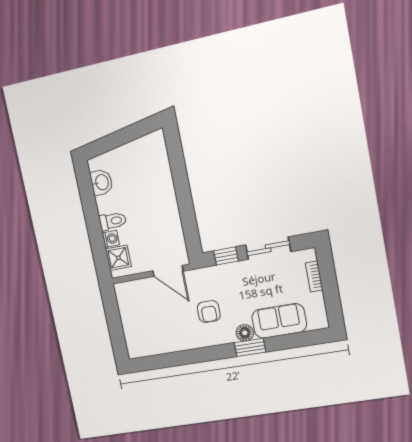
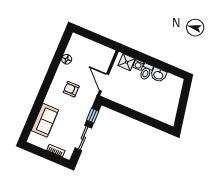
washbasin: (101, 182) -> (158, 75), moved
door: (168, 271) -> (104, 82), hinge flipped
floor lamp: (245, 333) -> (67, 59), moved
window: (250, 347) -> (41, 98), removed

